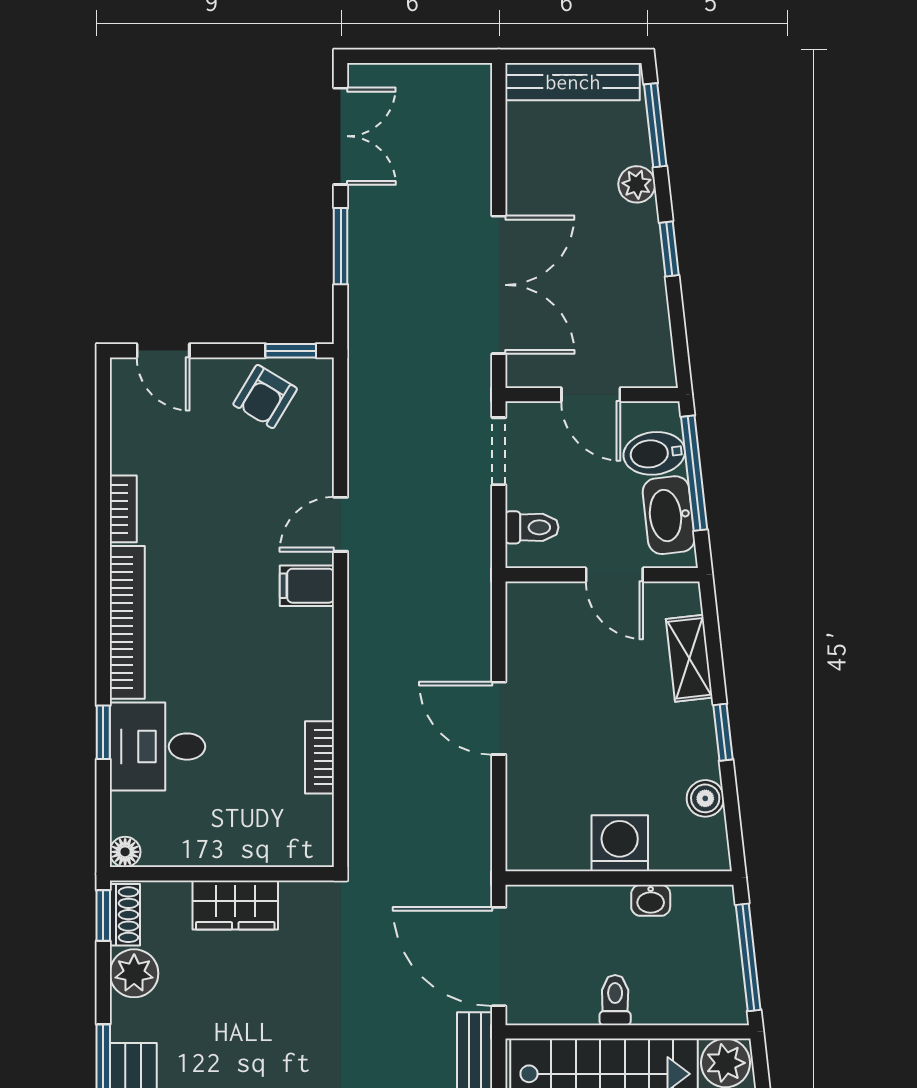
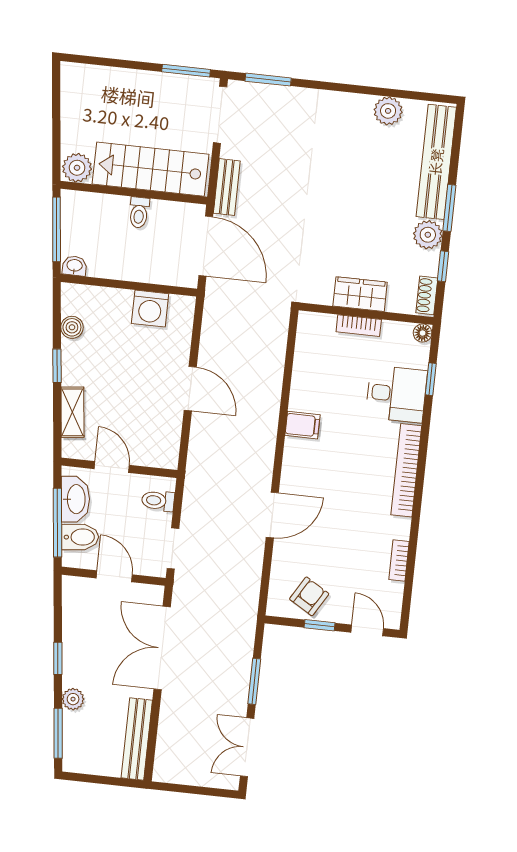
bench: (573, 82) -> (137, 739), moved, turned 90
window: (291, 351) -> (320, 625), moved
bookcase: (123, 509) -> (399, 561), moved
door: (341, 524) -> (272, 515), width x1.38
filing cabinet: (307, 586) -> (302, 425), moved
window: (103, 732) -> (431, 379), moved
bookcase: (320, 757) -> (359, 326), moved, turned 90
washing machine: (620, 843) -> (150, 309), moved
washbasin: (651, 900) -> (75, 266), moved
window: (103, 916) -> (443, 266), moved
plant: (134, 973) -> (428, 235), moved

